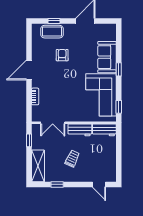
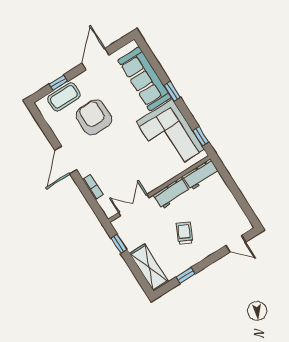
armchair: (62, 55) -> (94, 117), width x1.88, depth x1.88
sofa: (107, 57) -> (145, 79), width x1.36
double door: (53, 123) -> (134, 205), swing flipped

